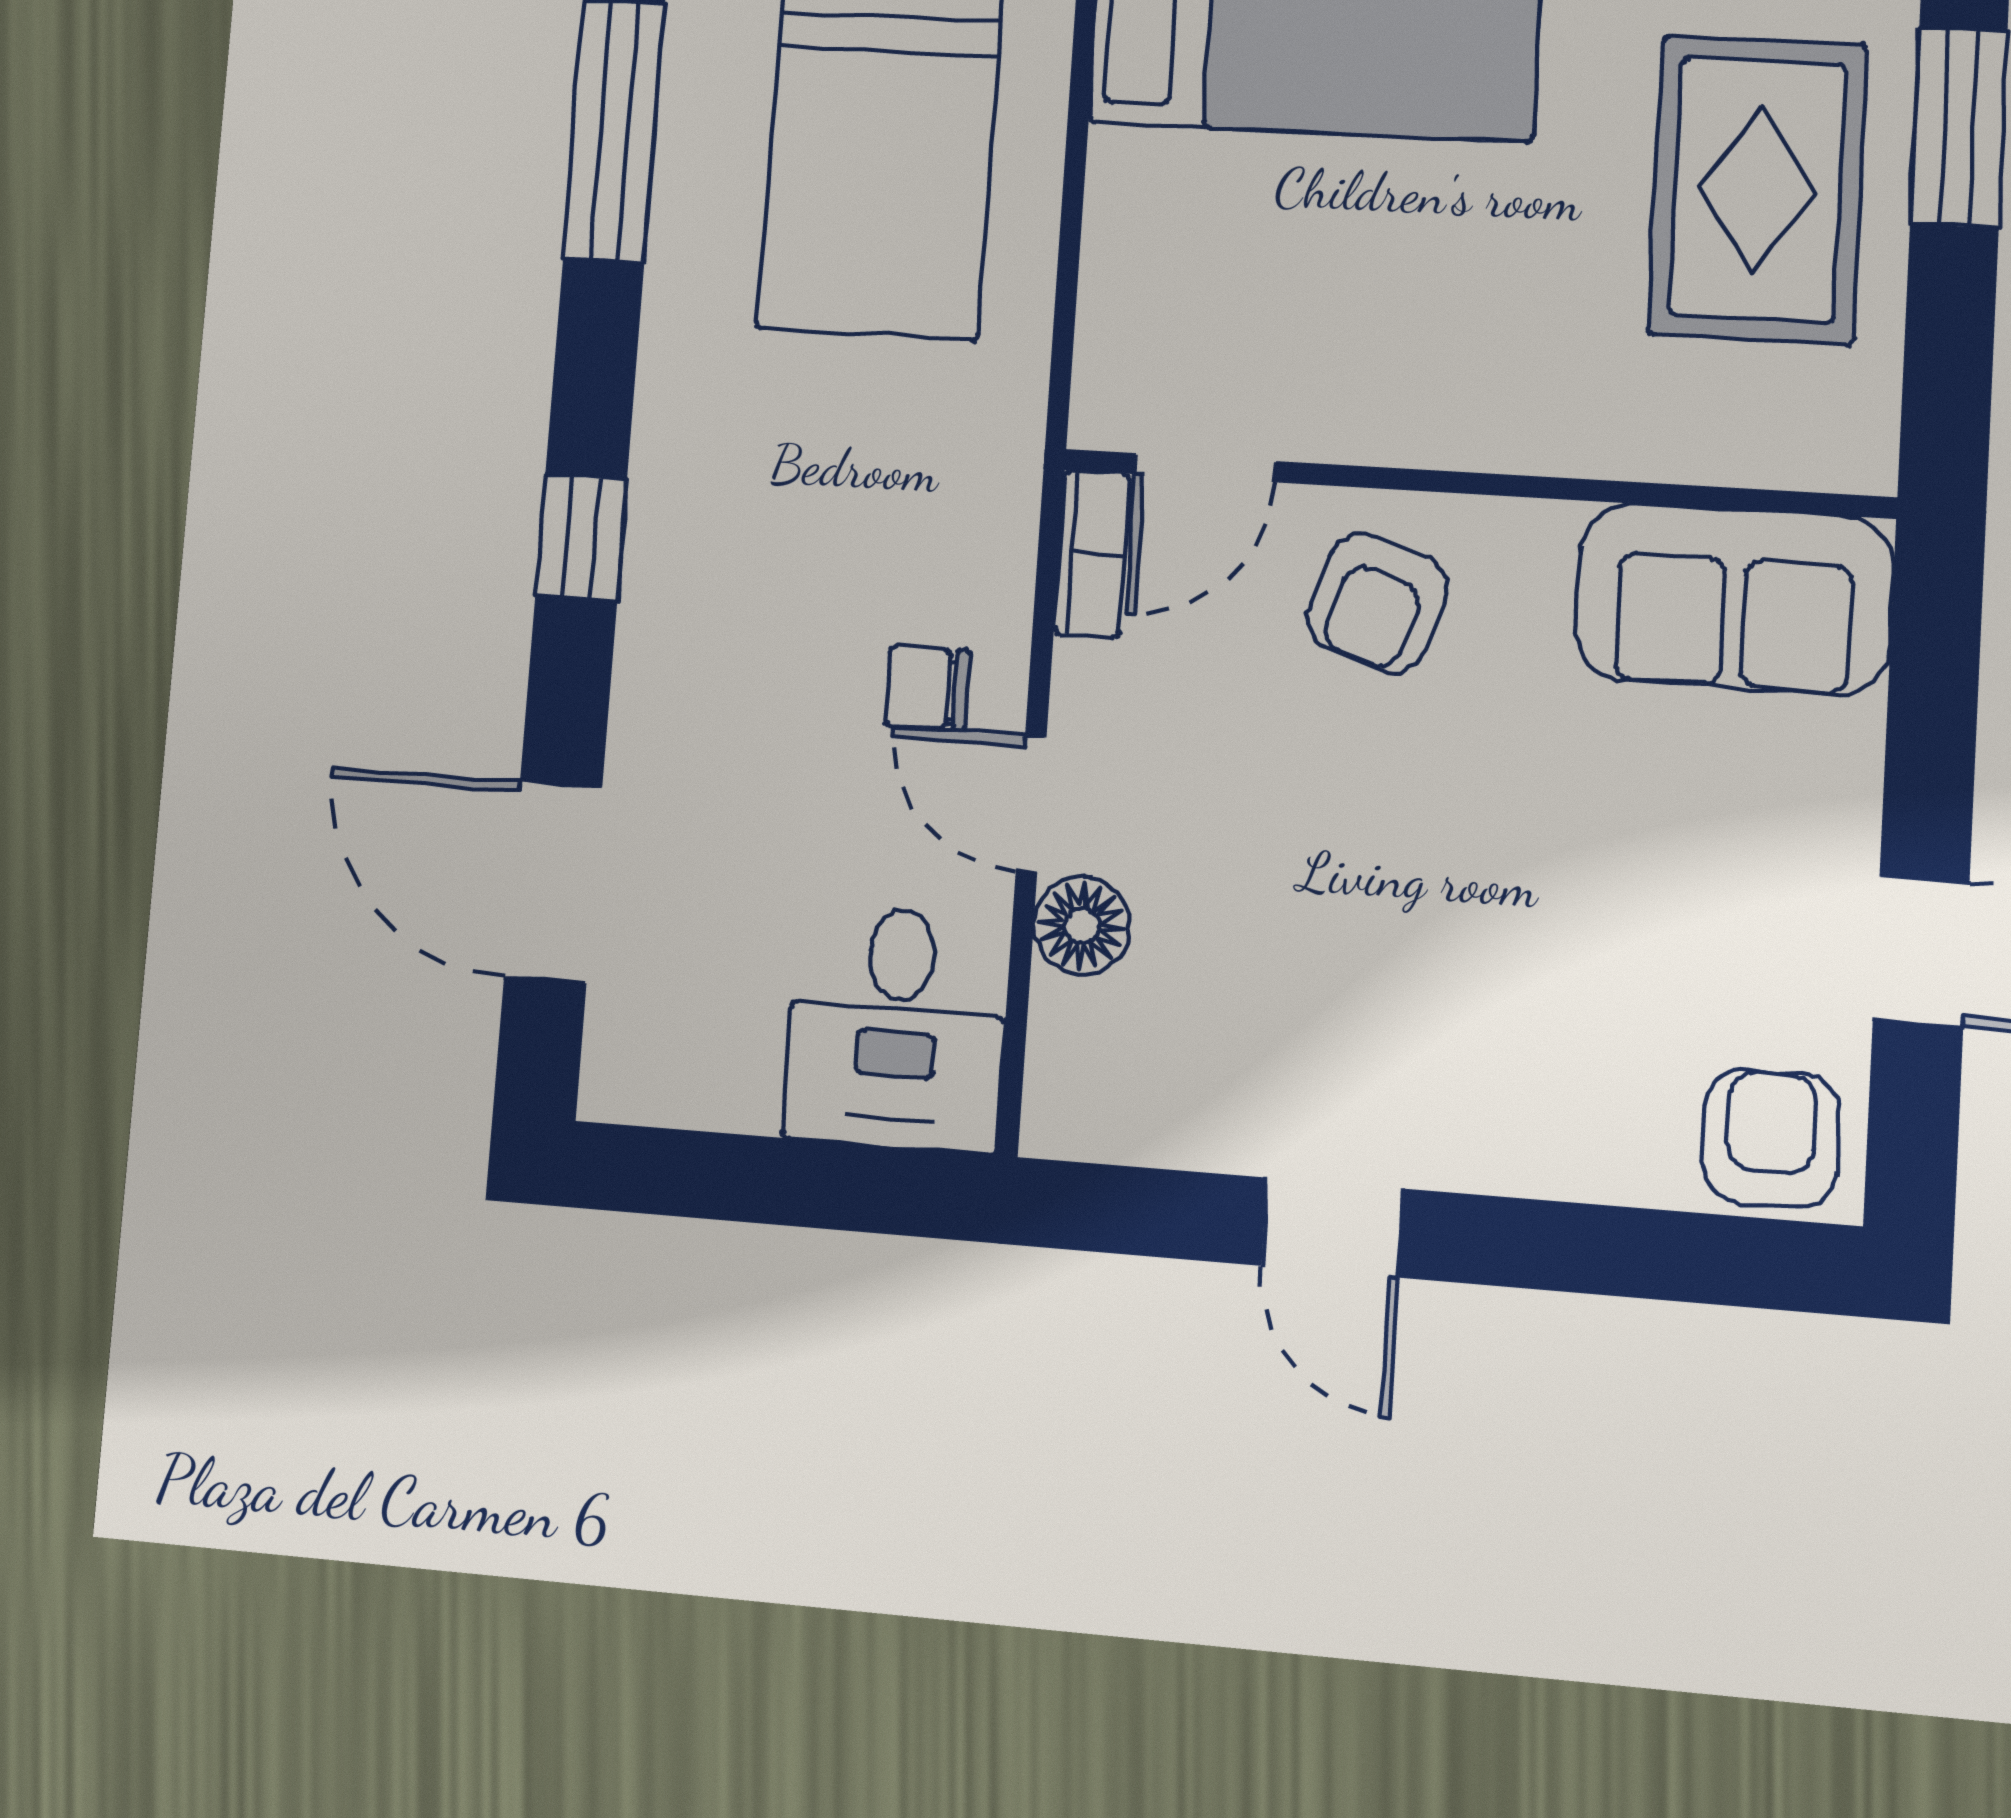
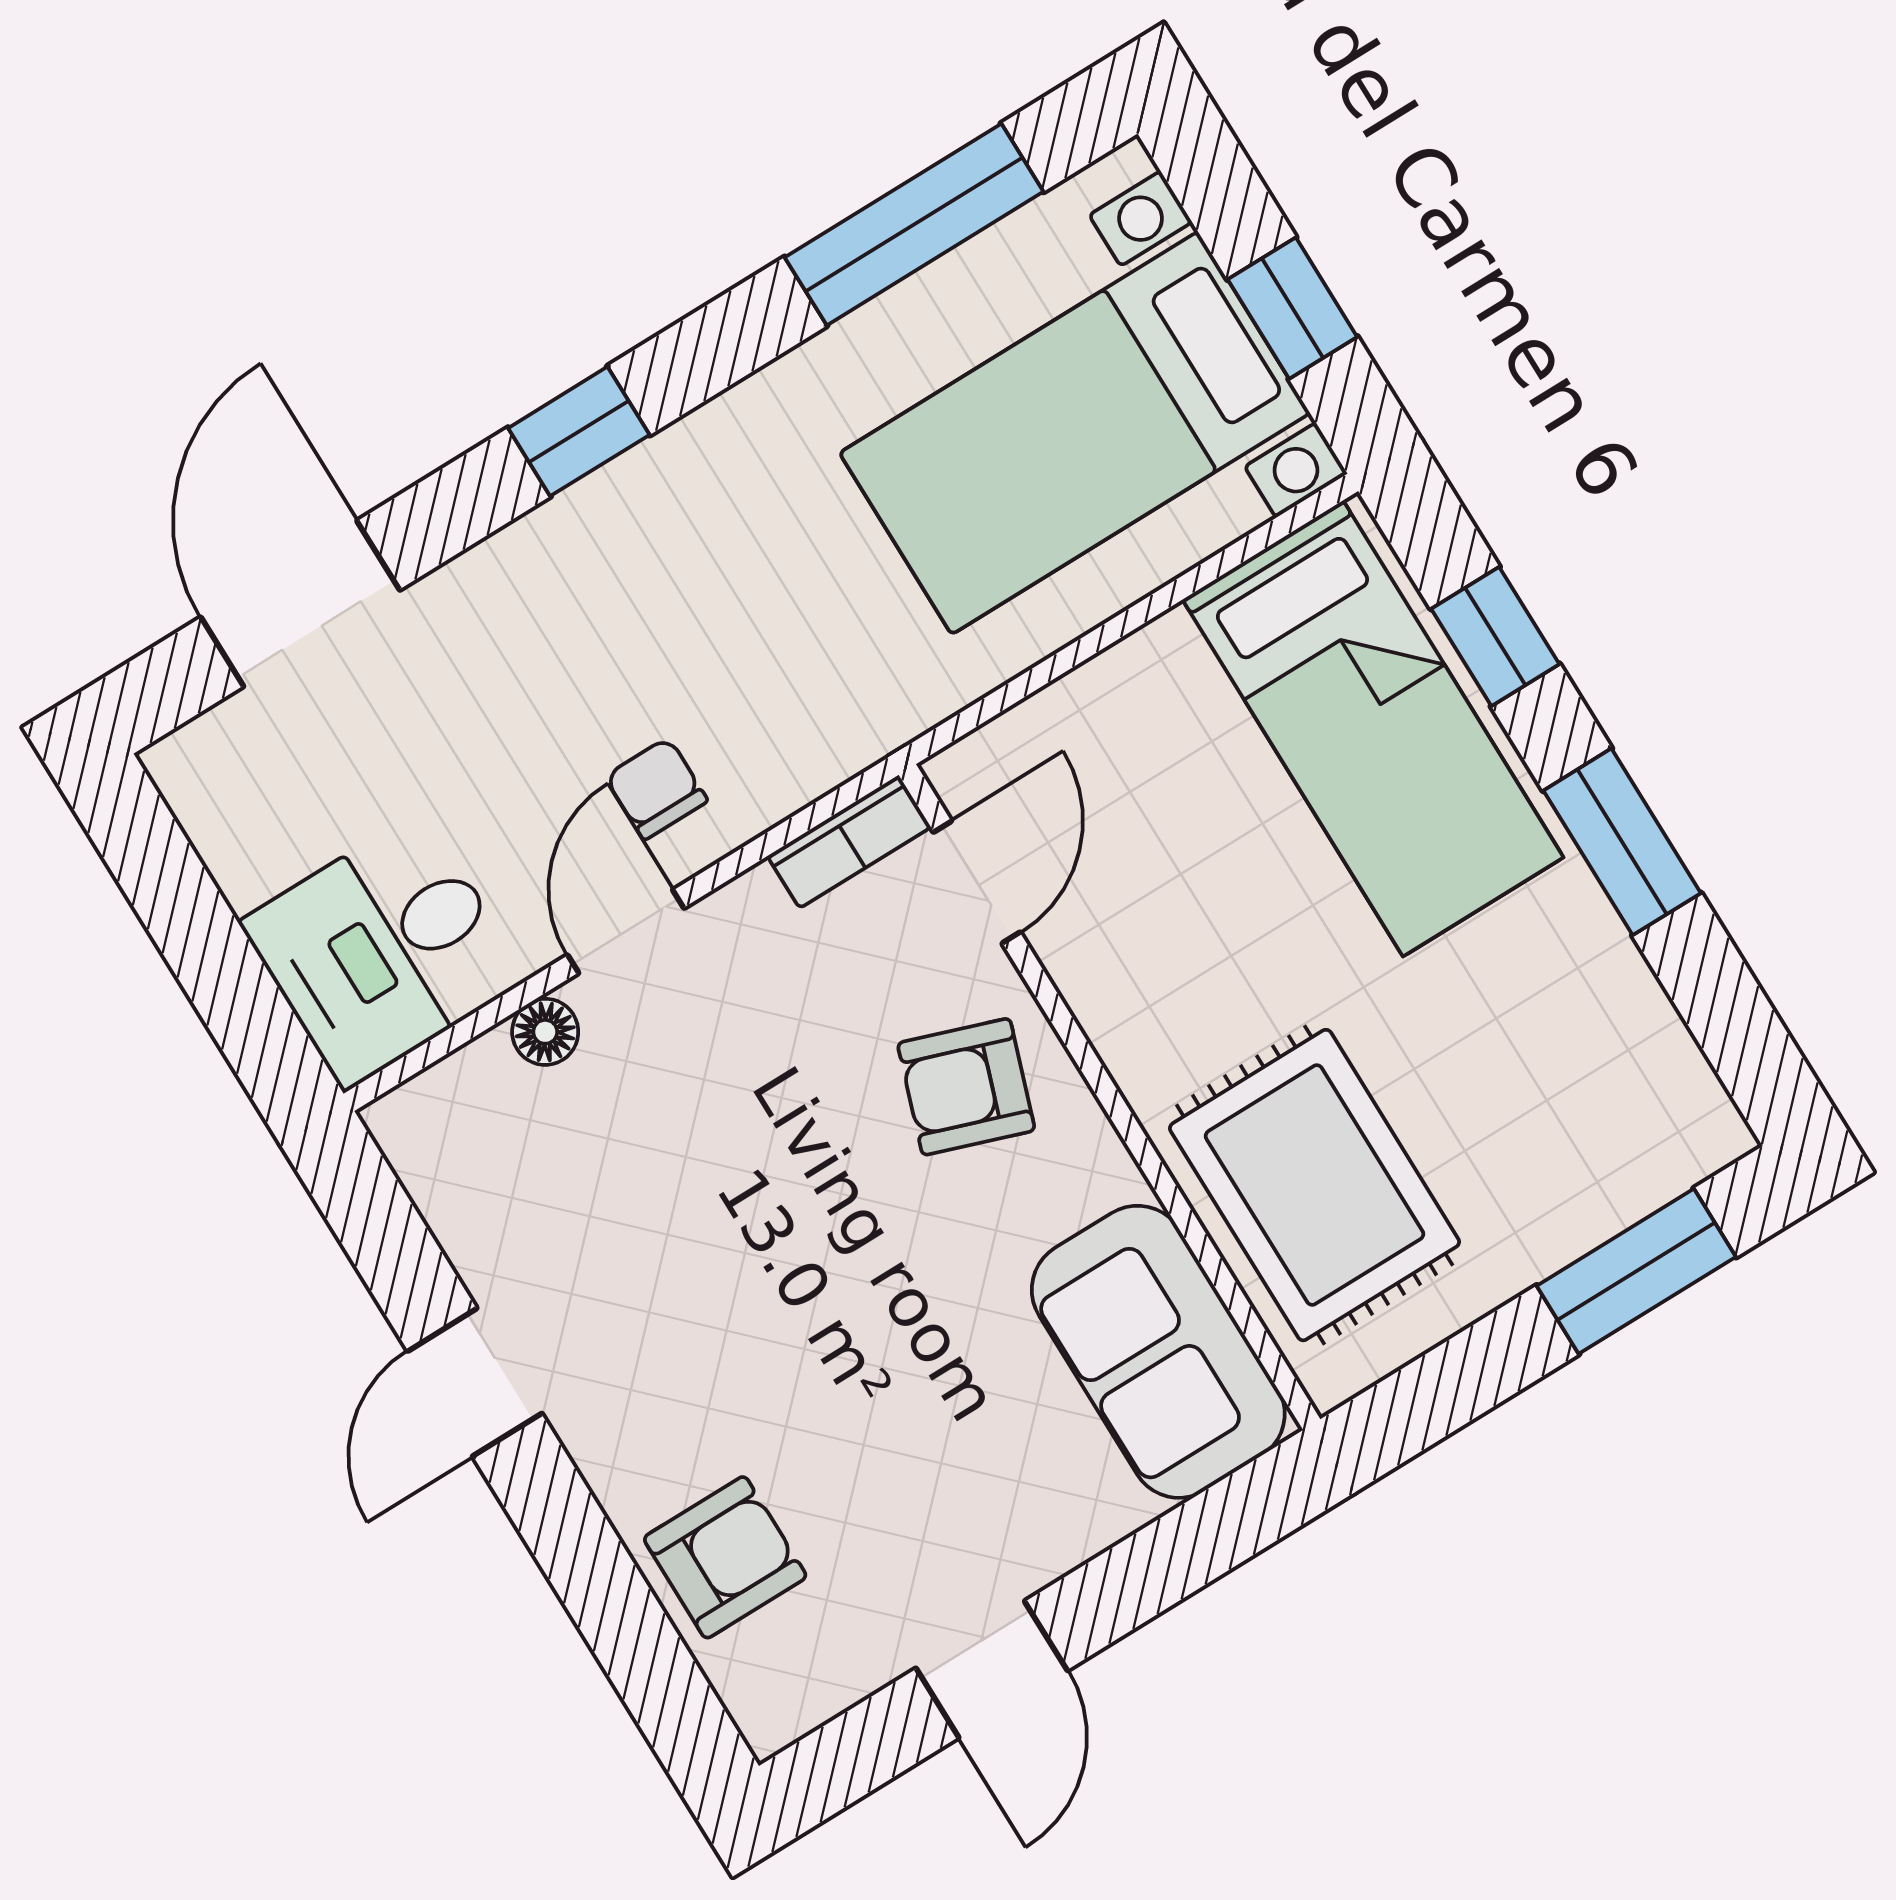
rug: (1757, 190) -> (1315, 1185), moved, turned 90
door: (1205, 468) -> (977, 882), swing flipped
floor lamp: (1082, 926) -> (545, 1032), width x0.73, depth x0.73
armchair: (1771, 1138) -> (725, 1557), moved

